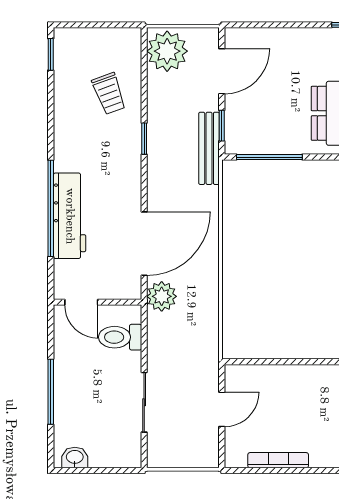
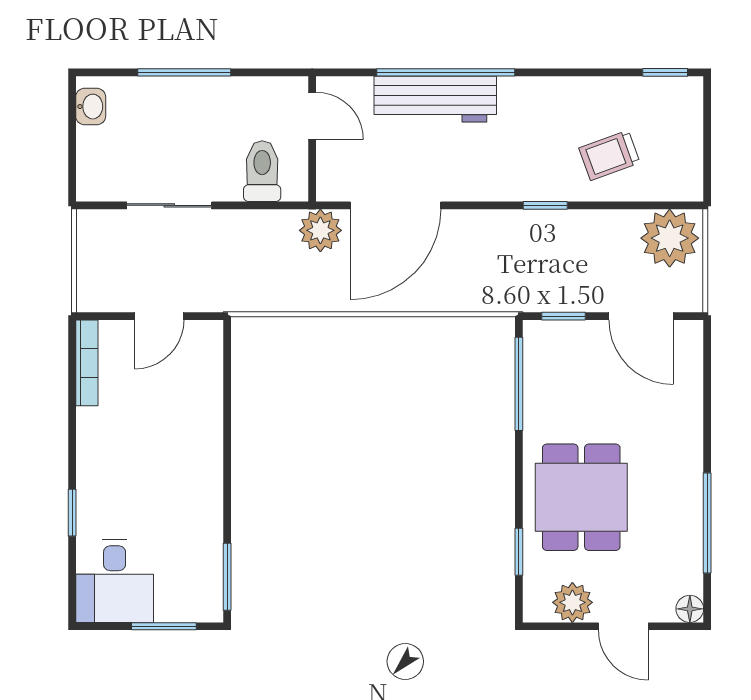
bench: (209, 148) -> (531, 298), removed
door: (144, 244) -> (395, 205), hinge flipped
door: (81, 302) -> (312, 116), swing flipped
door: (222, 409) -> (159, 316), hinge flipped
bookcase: (278, 460) -> (87, 363), moved

